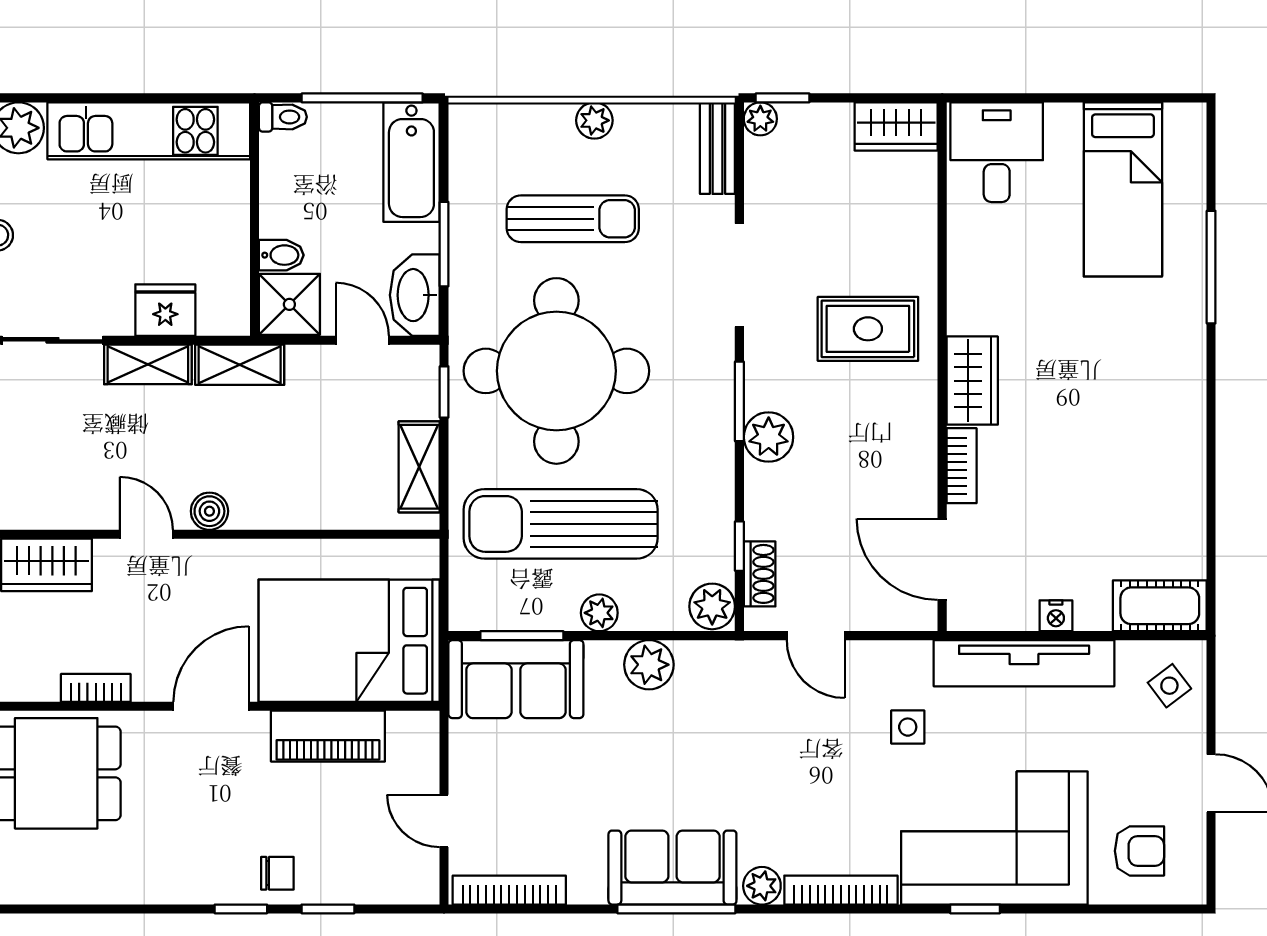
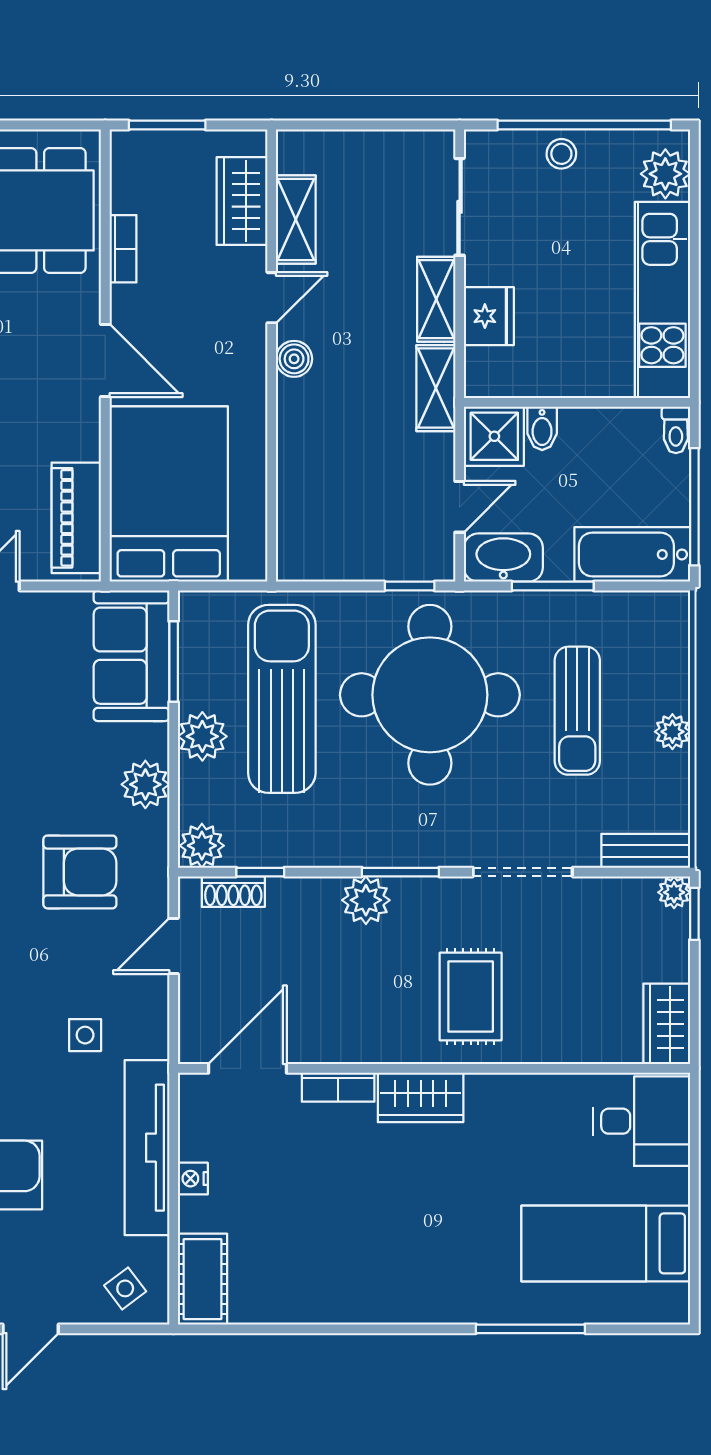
shelving: (419, 467) -> (296, 220), moved, turned 90
plant: (599, 613) -> (202, 736), width x1.38, depth x1.38
armchair: (739, 732) -> (80, 872), added
piano: (328, 736) -> (76, 518), moved

